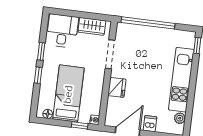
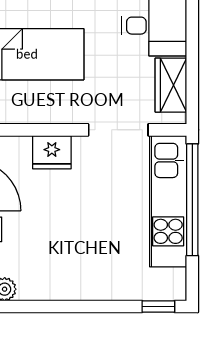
kitchen unit: (181, 80) -> (168, 201), moved, turned -90

